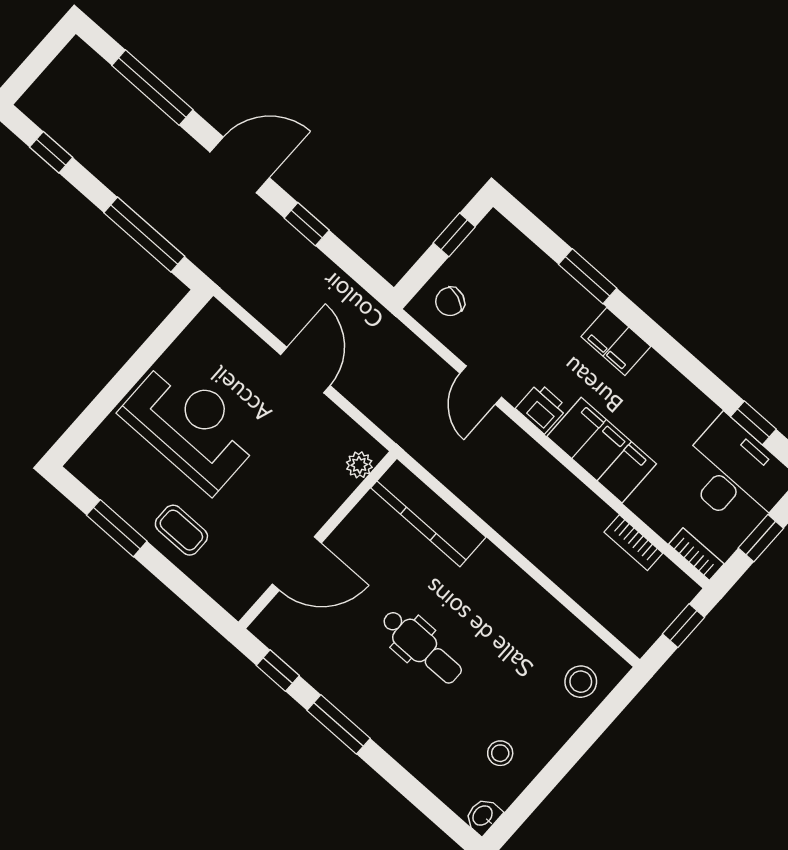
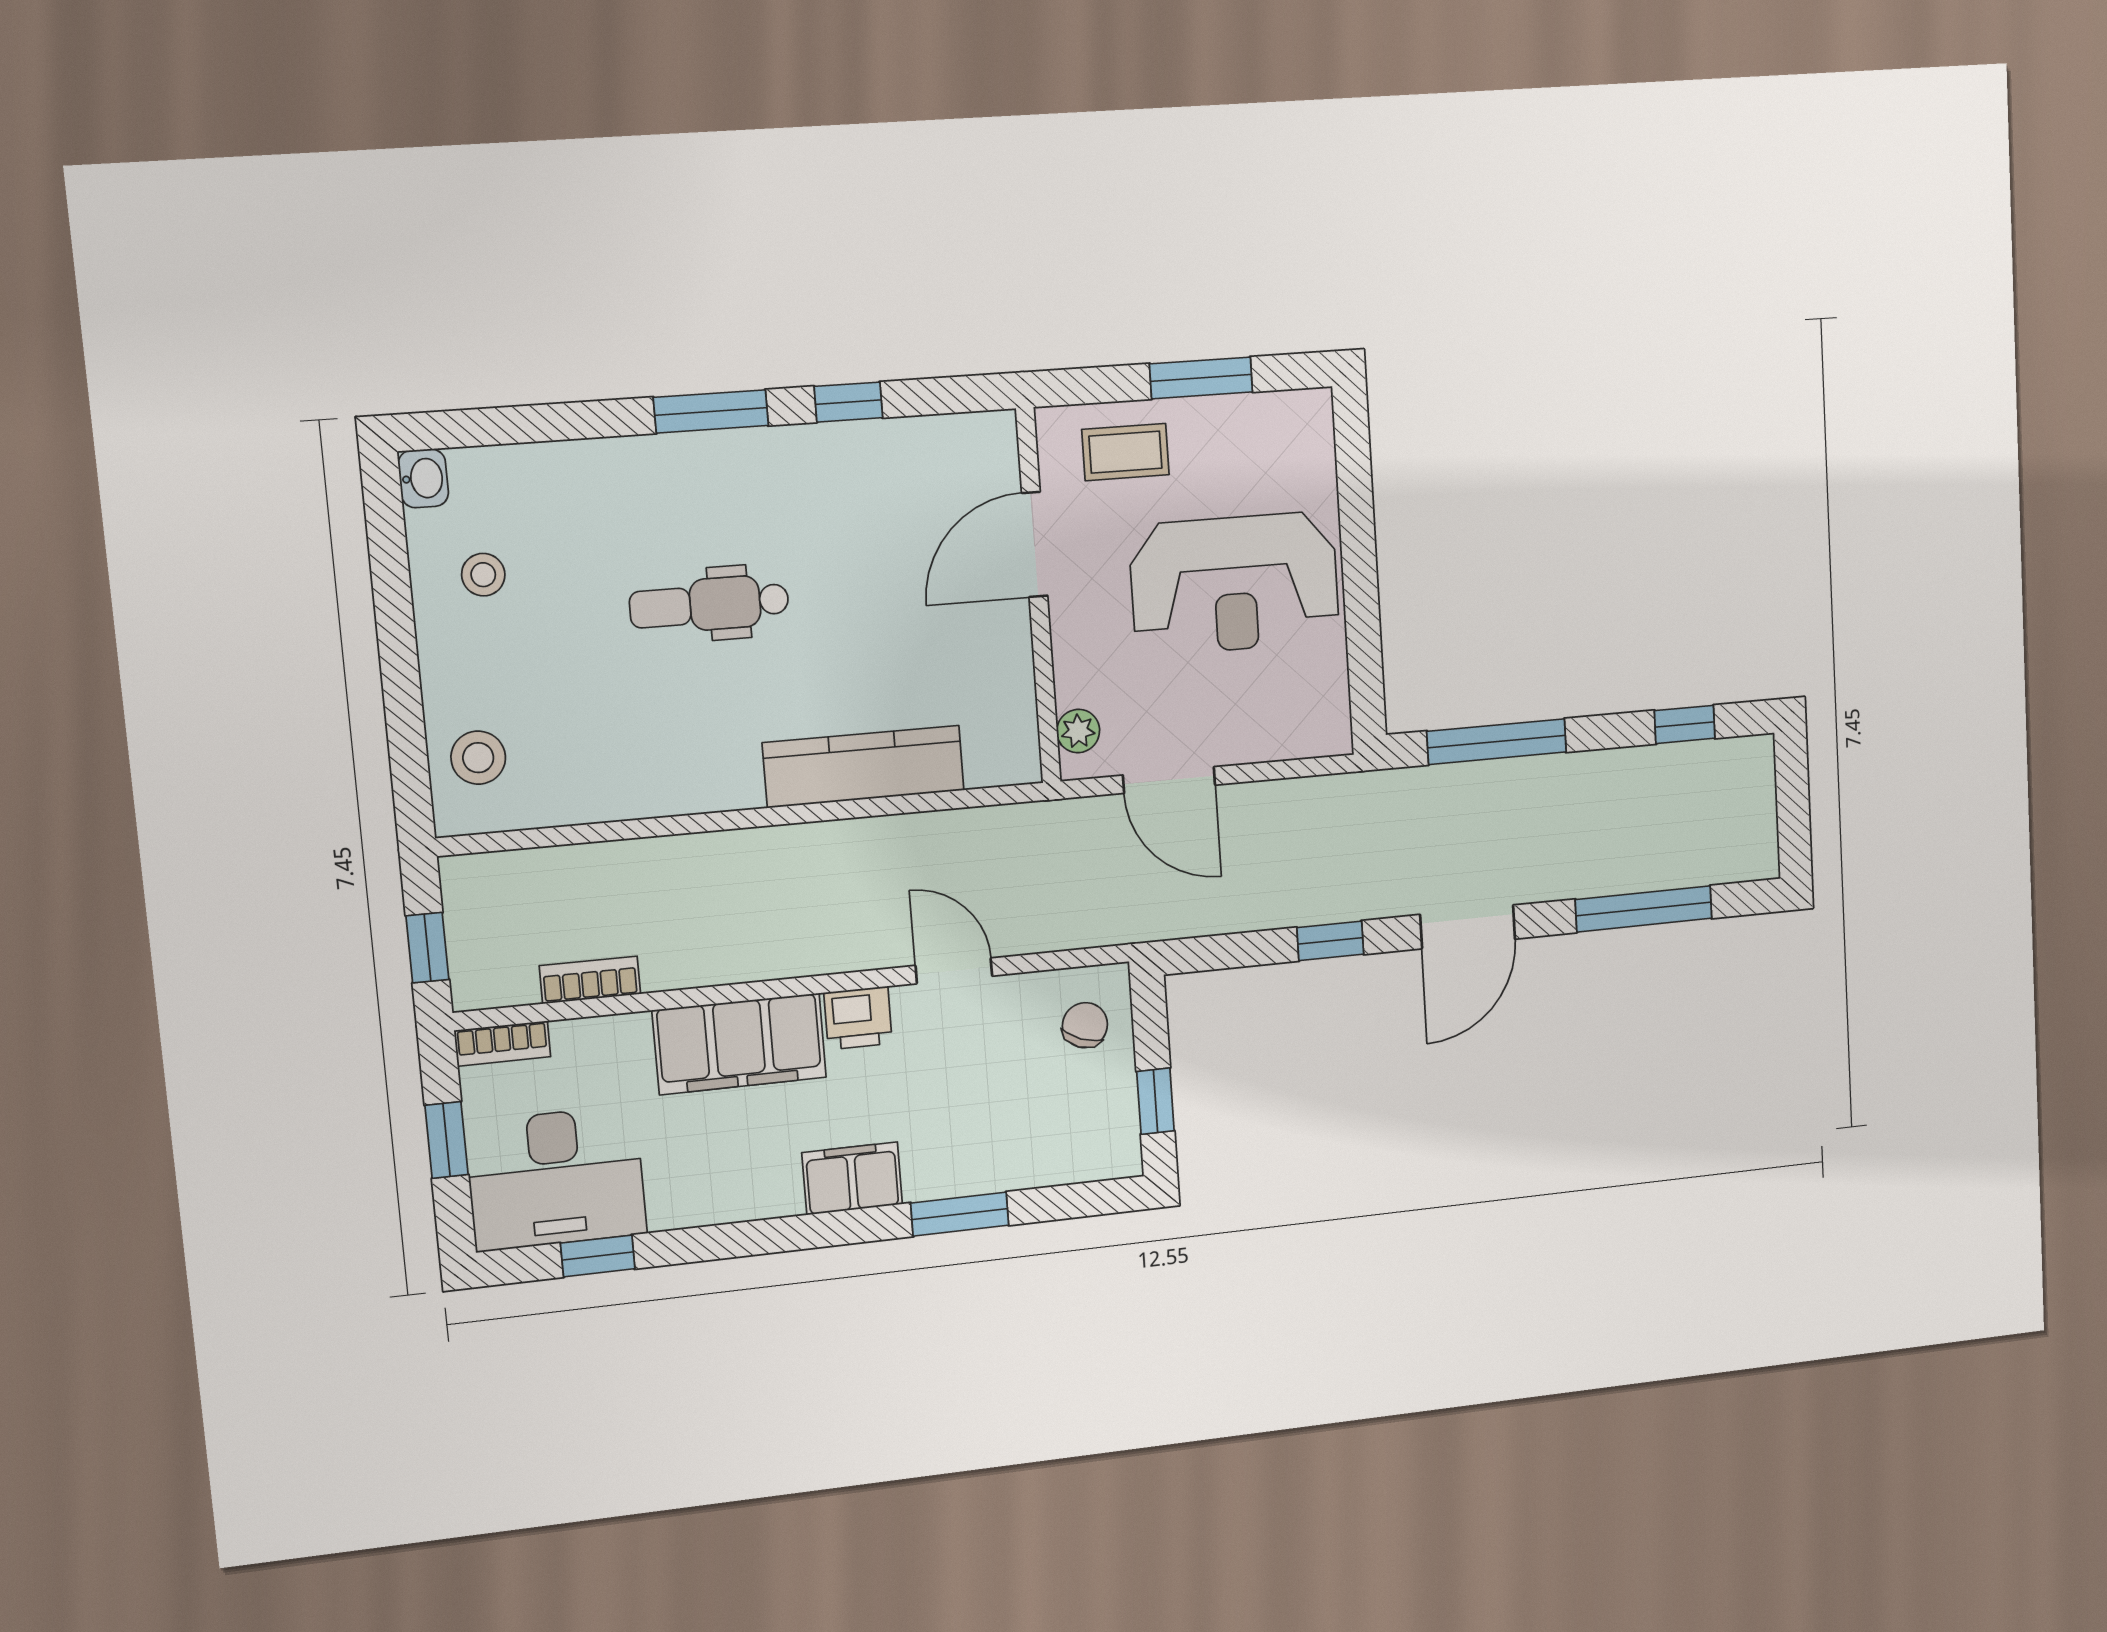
plant: (359, 465) -> (1078, 731), moved
wall: (318, 540) -> (1038, 596), moved
door: (297, 564) -> (1035, 544), moved

